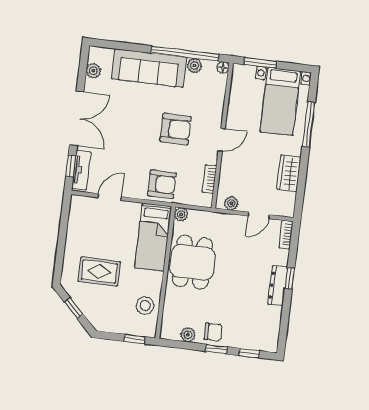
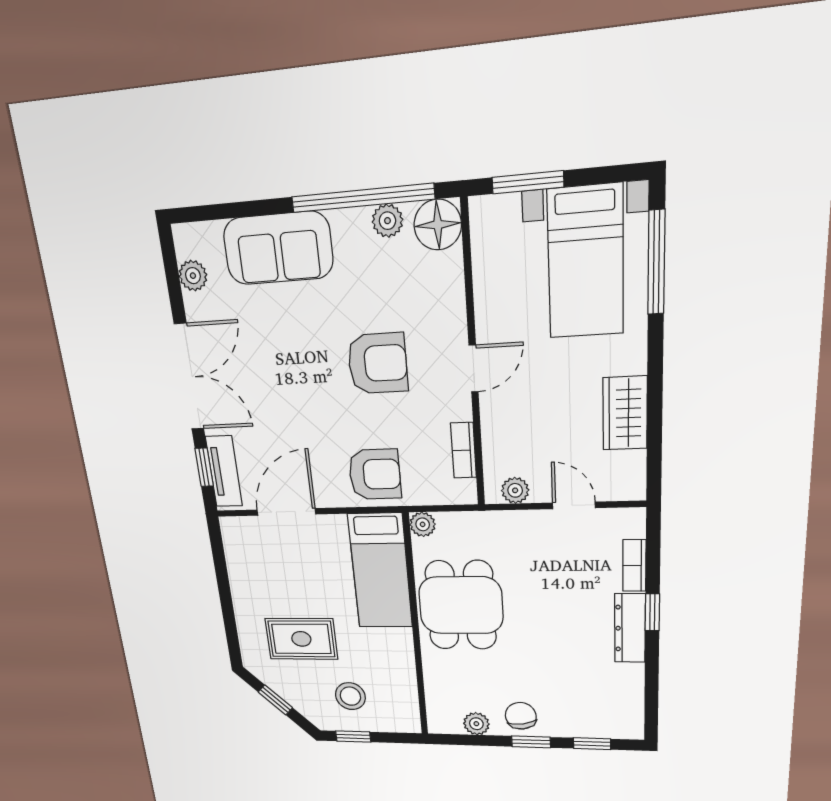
sofa: (149, 68) -> (278, 248), width x0.73
floor lamp: (223, 68) -> (438, 225), width x1.89, depth x1.89
window: (309, 124) -> (656, 263), moved
door: (110, 197) -> (286, 512), width x1.38
door: (259, 215) -> (574, 505), swing flipped
bookcase: (286, 235) -> (634, 566), moved
stool: (145, 306) -> (350, 696), moved
chair: (213, 332) -> (521, 716), turned -99
window: (134, 339) -> (353, 737), moved

